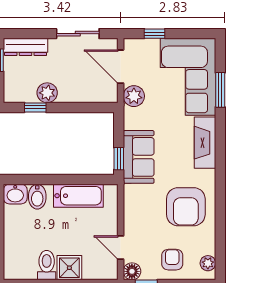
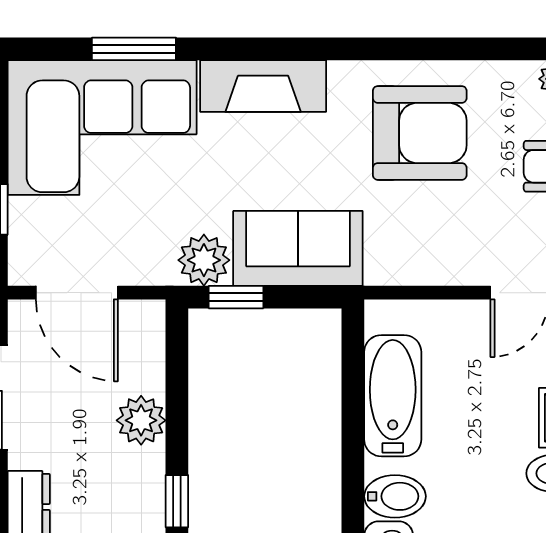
door: (121, 67) -> (77, 293), hinge flipped
plant: (47, 93) -> (141, 420), moved
plant: (134, 96) -> (204, 260), moved
window: (119, 159) -> (236, 297), moved

